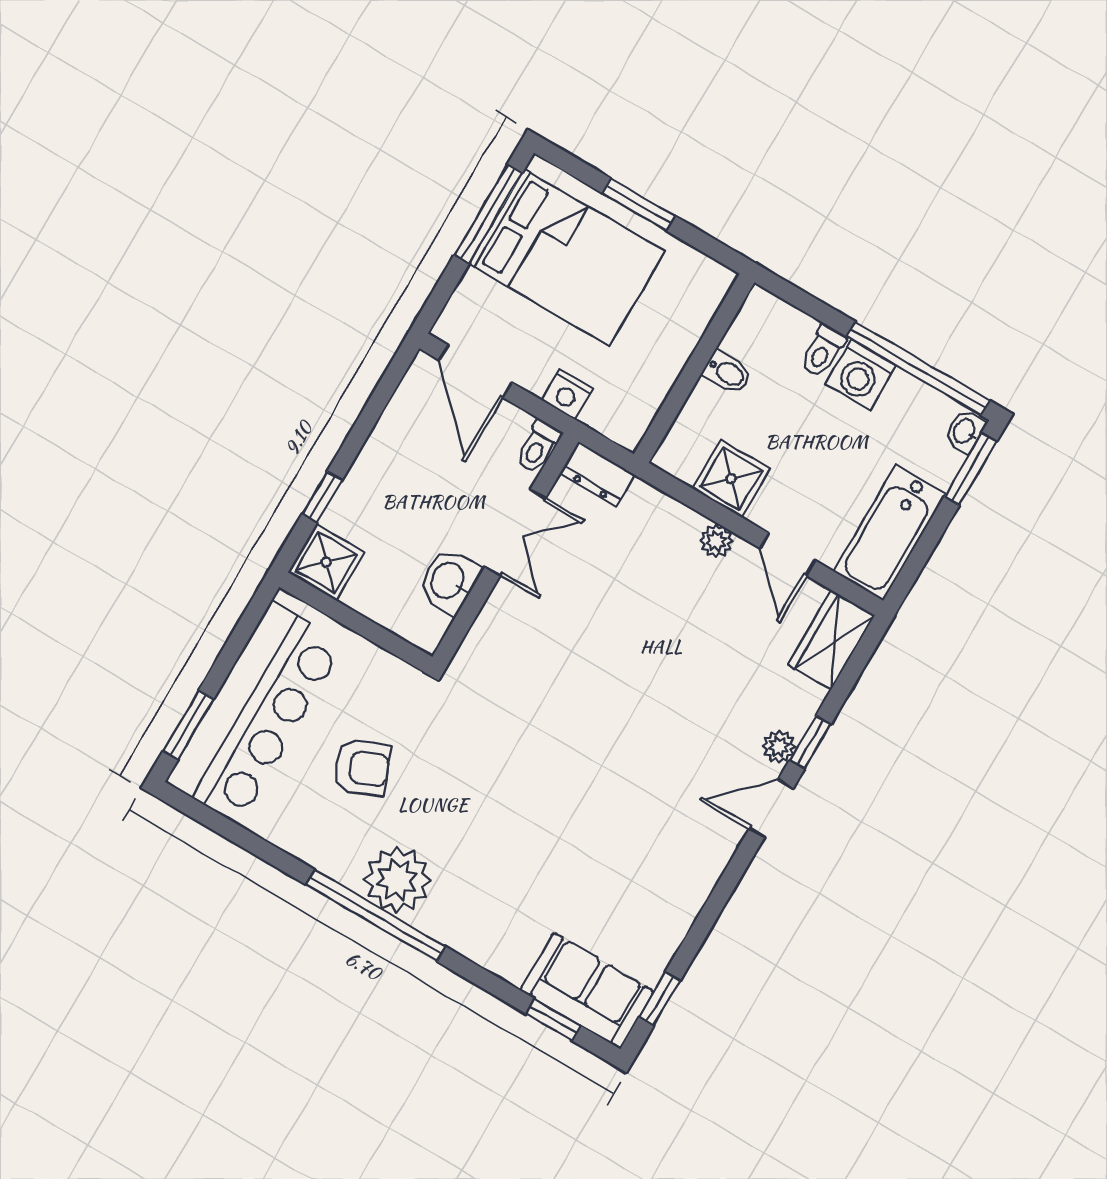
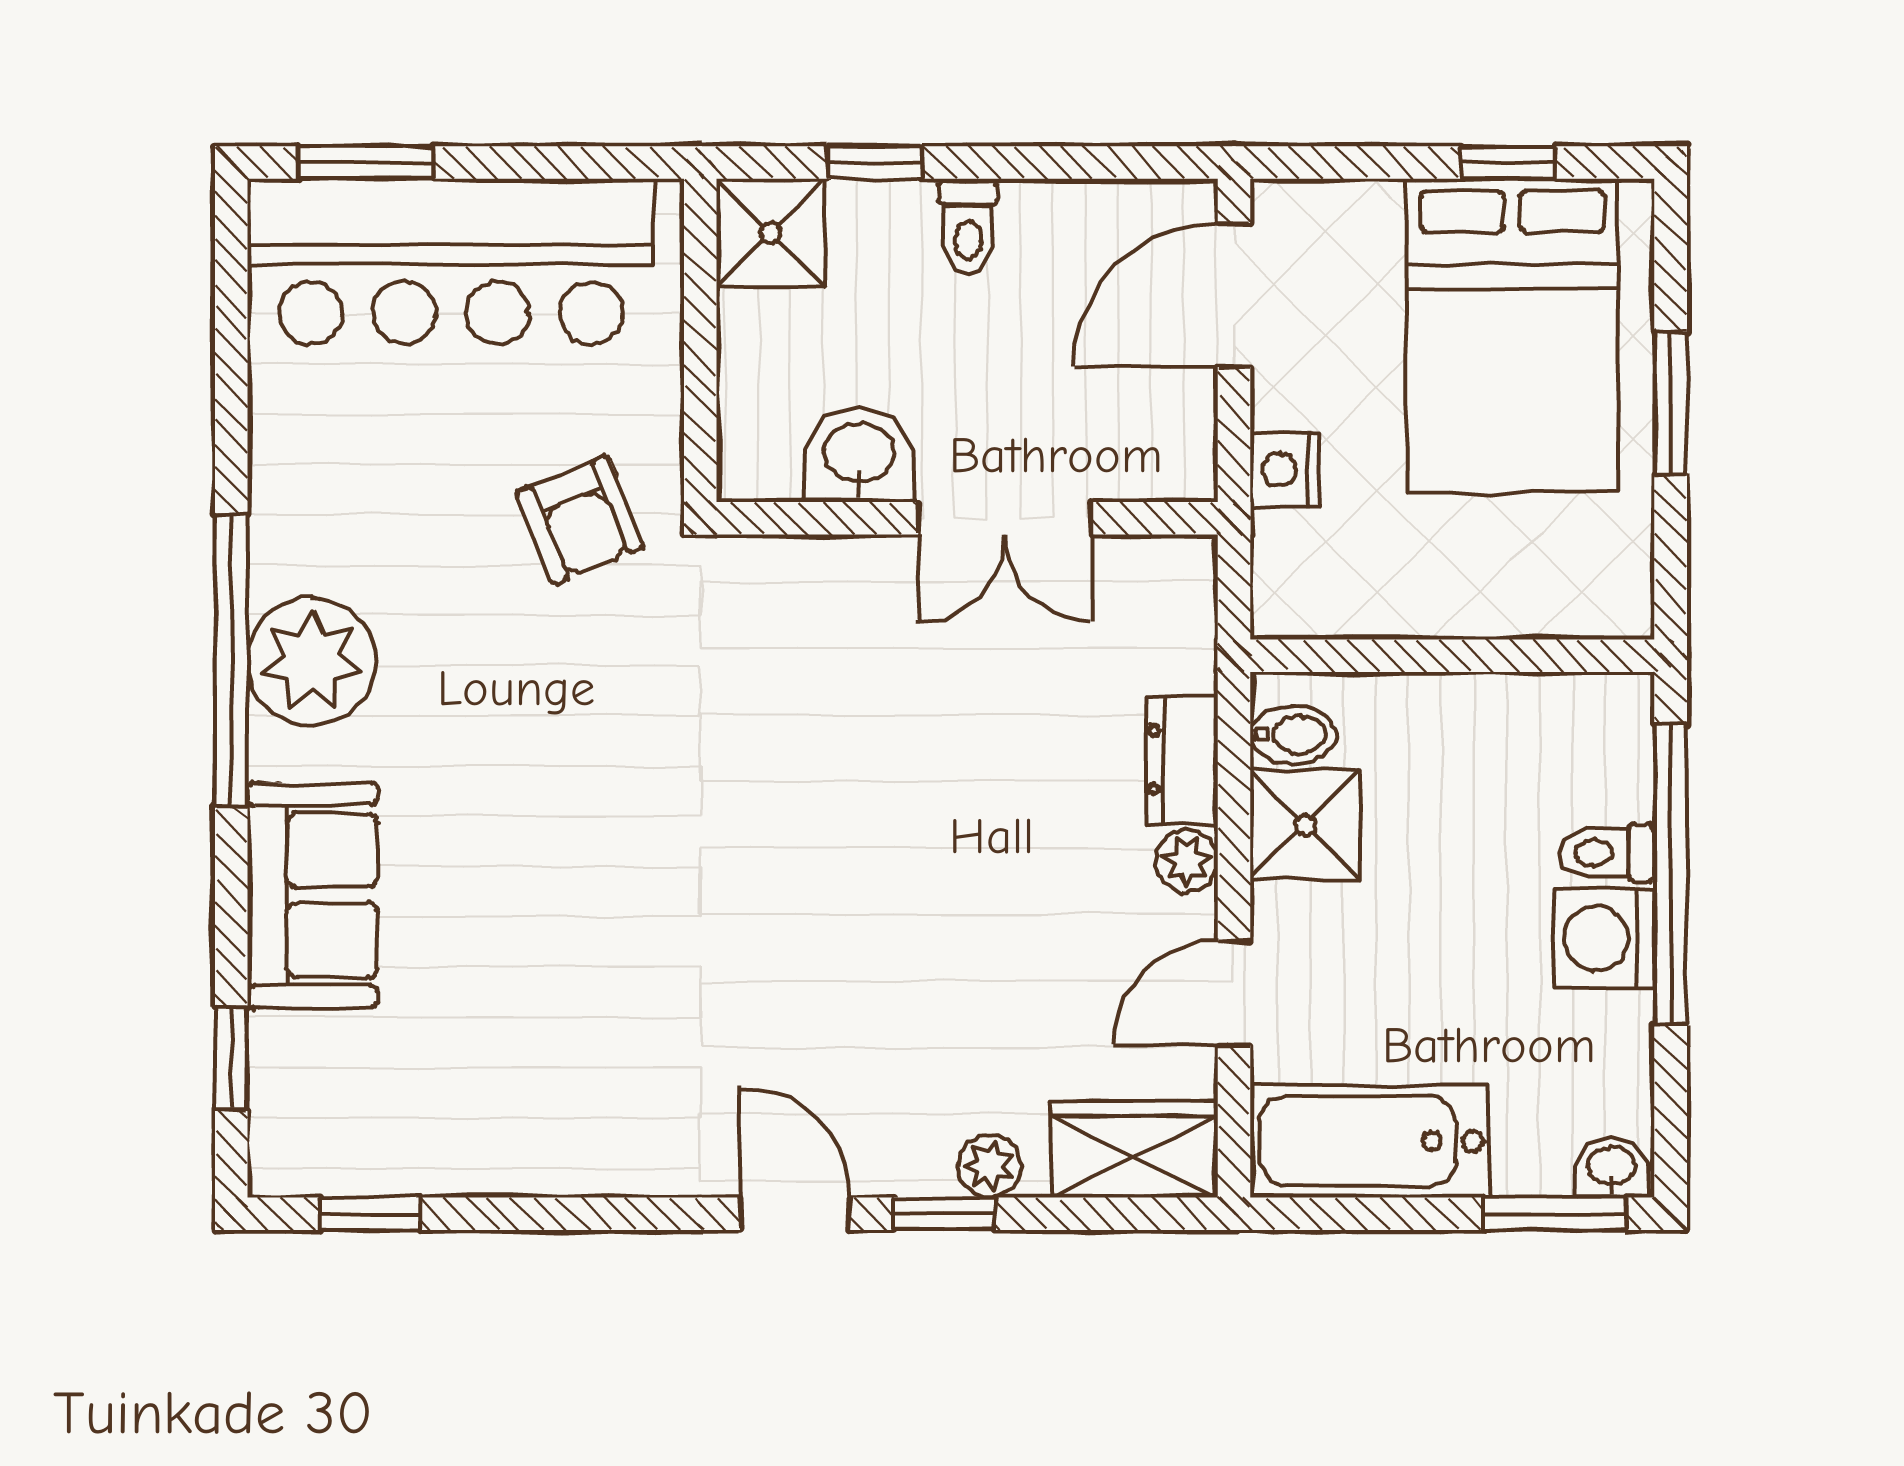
window: (488, 214) -> (1508, 163), width x0.46
window: (918, 369) -> (1671, 874), moved
bidet: (727, 372) -> (1293, 734), moved, turned -90
toilet: (538, 447) -> (968, 227), moved, turned -90
dresser: (597, 474) -> (1182, 760), moved
plant: (779, 746) -> (989, 1166), moved
armchair: (362, 768) -> (580, 520), moved
sofa: (587, 991) -> (312, 895), moved

